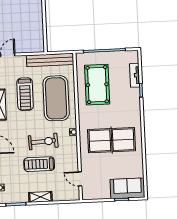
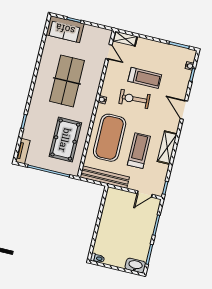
tv unit: (135, 75) -> (23, 151), moved
table tennis table: (112, 140) -> (67, 81), turned 90
shelving: (40, 197) -> (125, 39), moved

